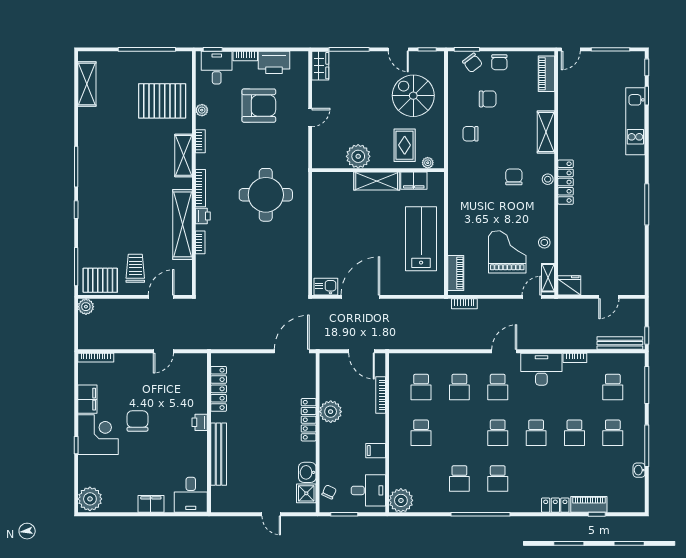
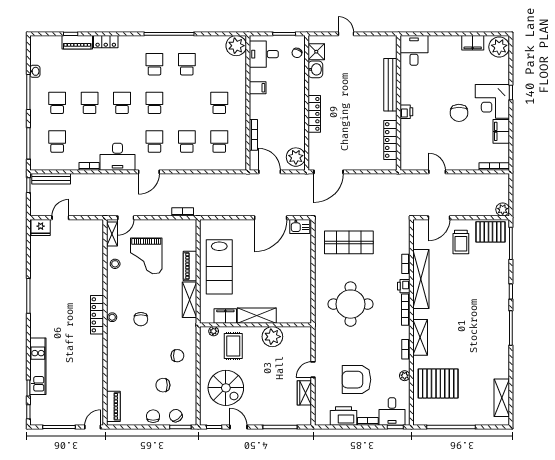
wardrobe: (320, 66) -> (304, 393), moved
shelving: (546, 132) -> (189, 300), moved
shop shelf: (268, 268) -> (349, 242), added
piano: (456, 273) -> (190, 266), moved
fridge: (569, 285) -> (41, 227), moved
door: (163, 351) -> (437, 172), hinge flipped
plant: (331, 412) -> (296, 157), moved
filing cabinet: (151, 504) -> (473, 43), moved

